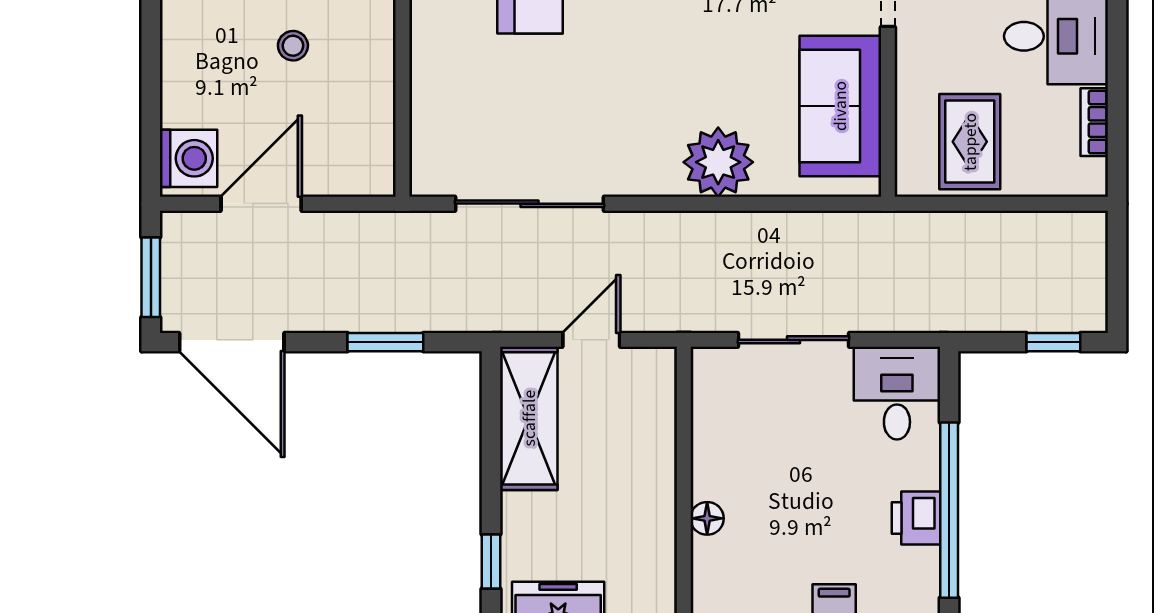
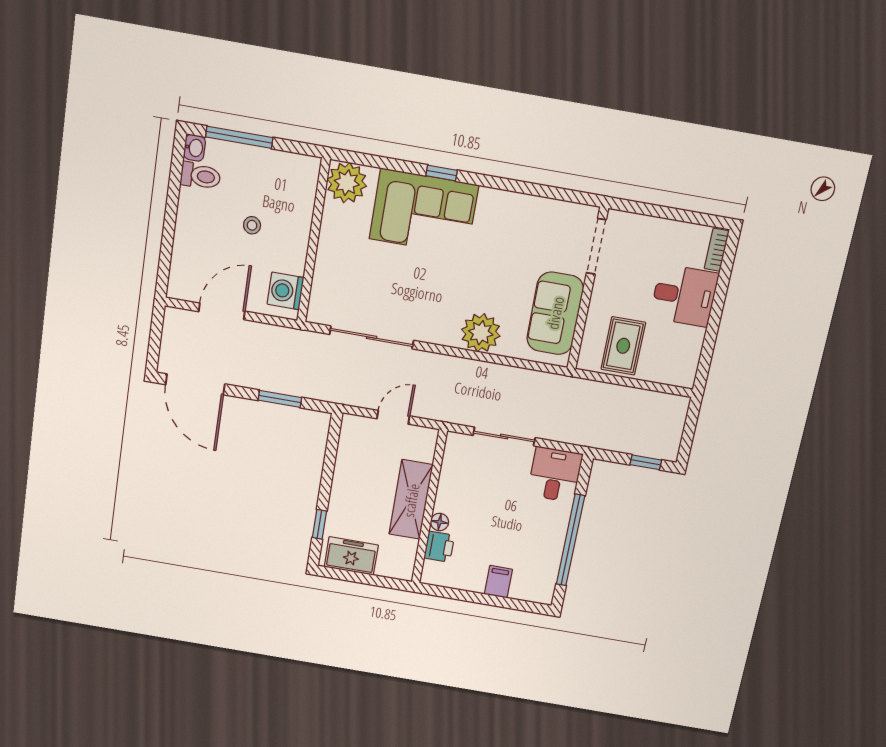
bookcase: (1094, 122) -> (695, 347), removed
washing machine: (189, 158) -> (285, 291), moved, turned 180
window: (151, 277) -> (155, 341), removed
shelving: (529, 418) -> (411, 500), moved
printer: (916, 518) -> (439, 547), moved, turned 180

